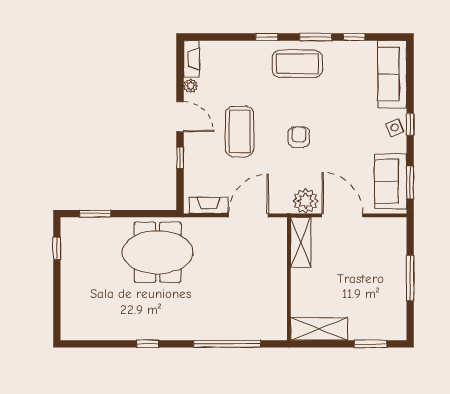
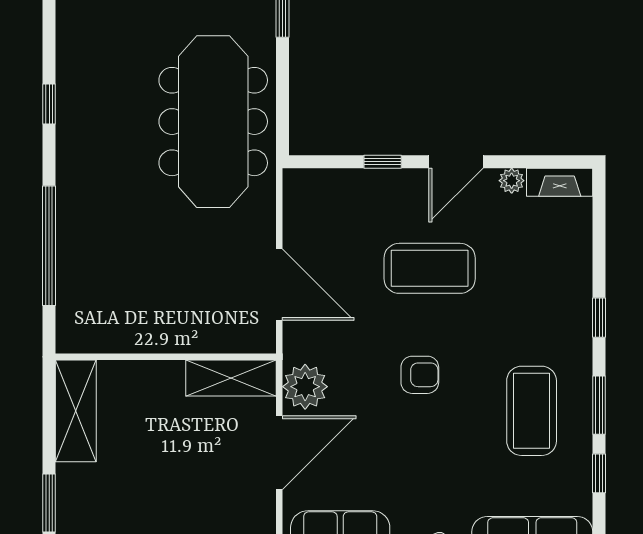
coffee table: (297, 64) -> (532, 411), moved
fireplace: (209, 205) -> (297, 213), removed
meeting table: (158, 252) -> (213, 122), width x1.36

